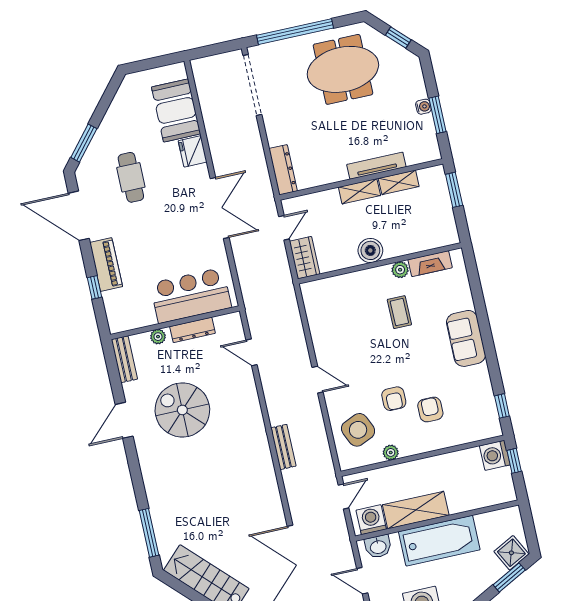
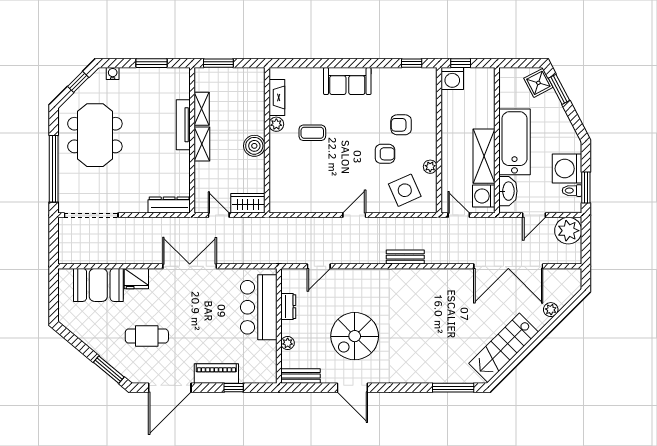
water cooler: (423, 107) -> (113, 74), moved
dresser: (193, 330) -> (288, 307), width x0.70
washbasin: (378, 547) -> (508, 191), width x1.38

